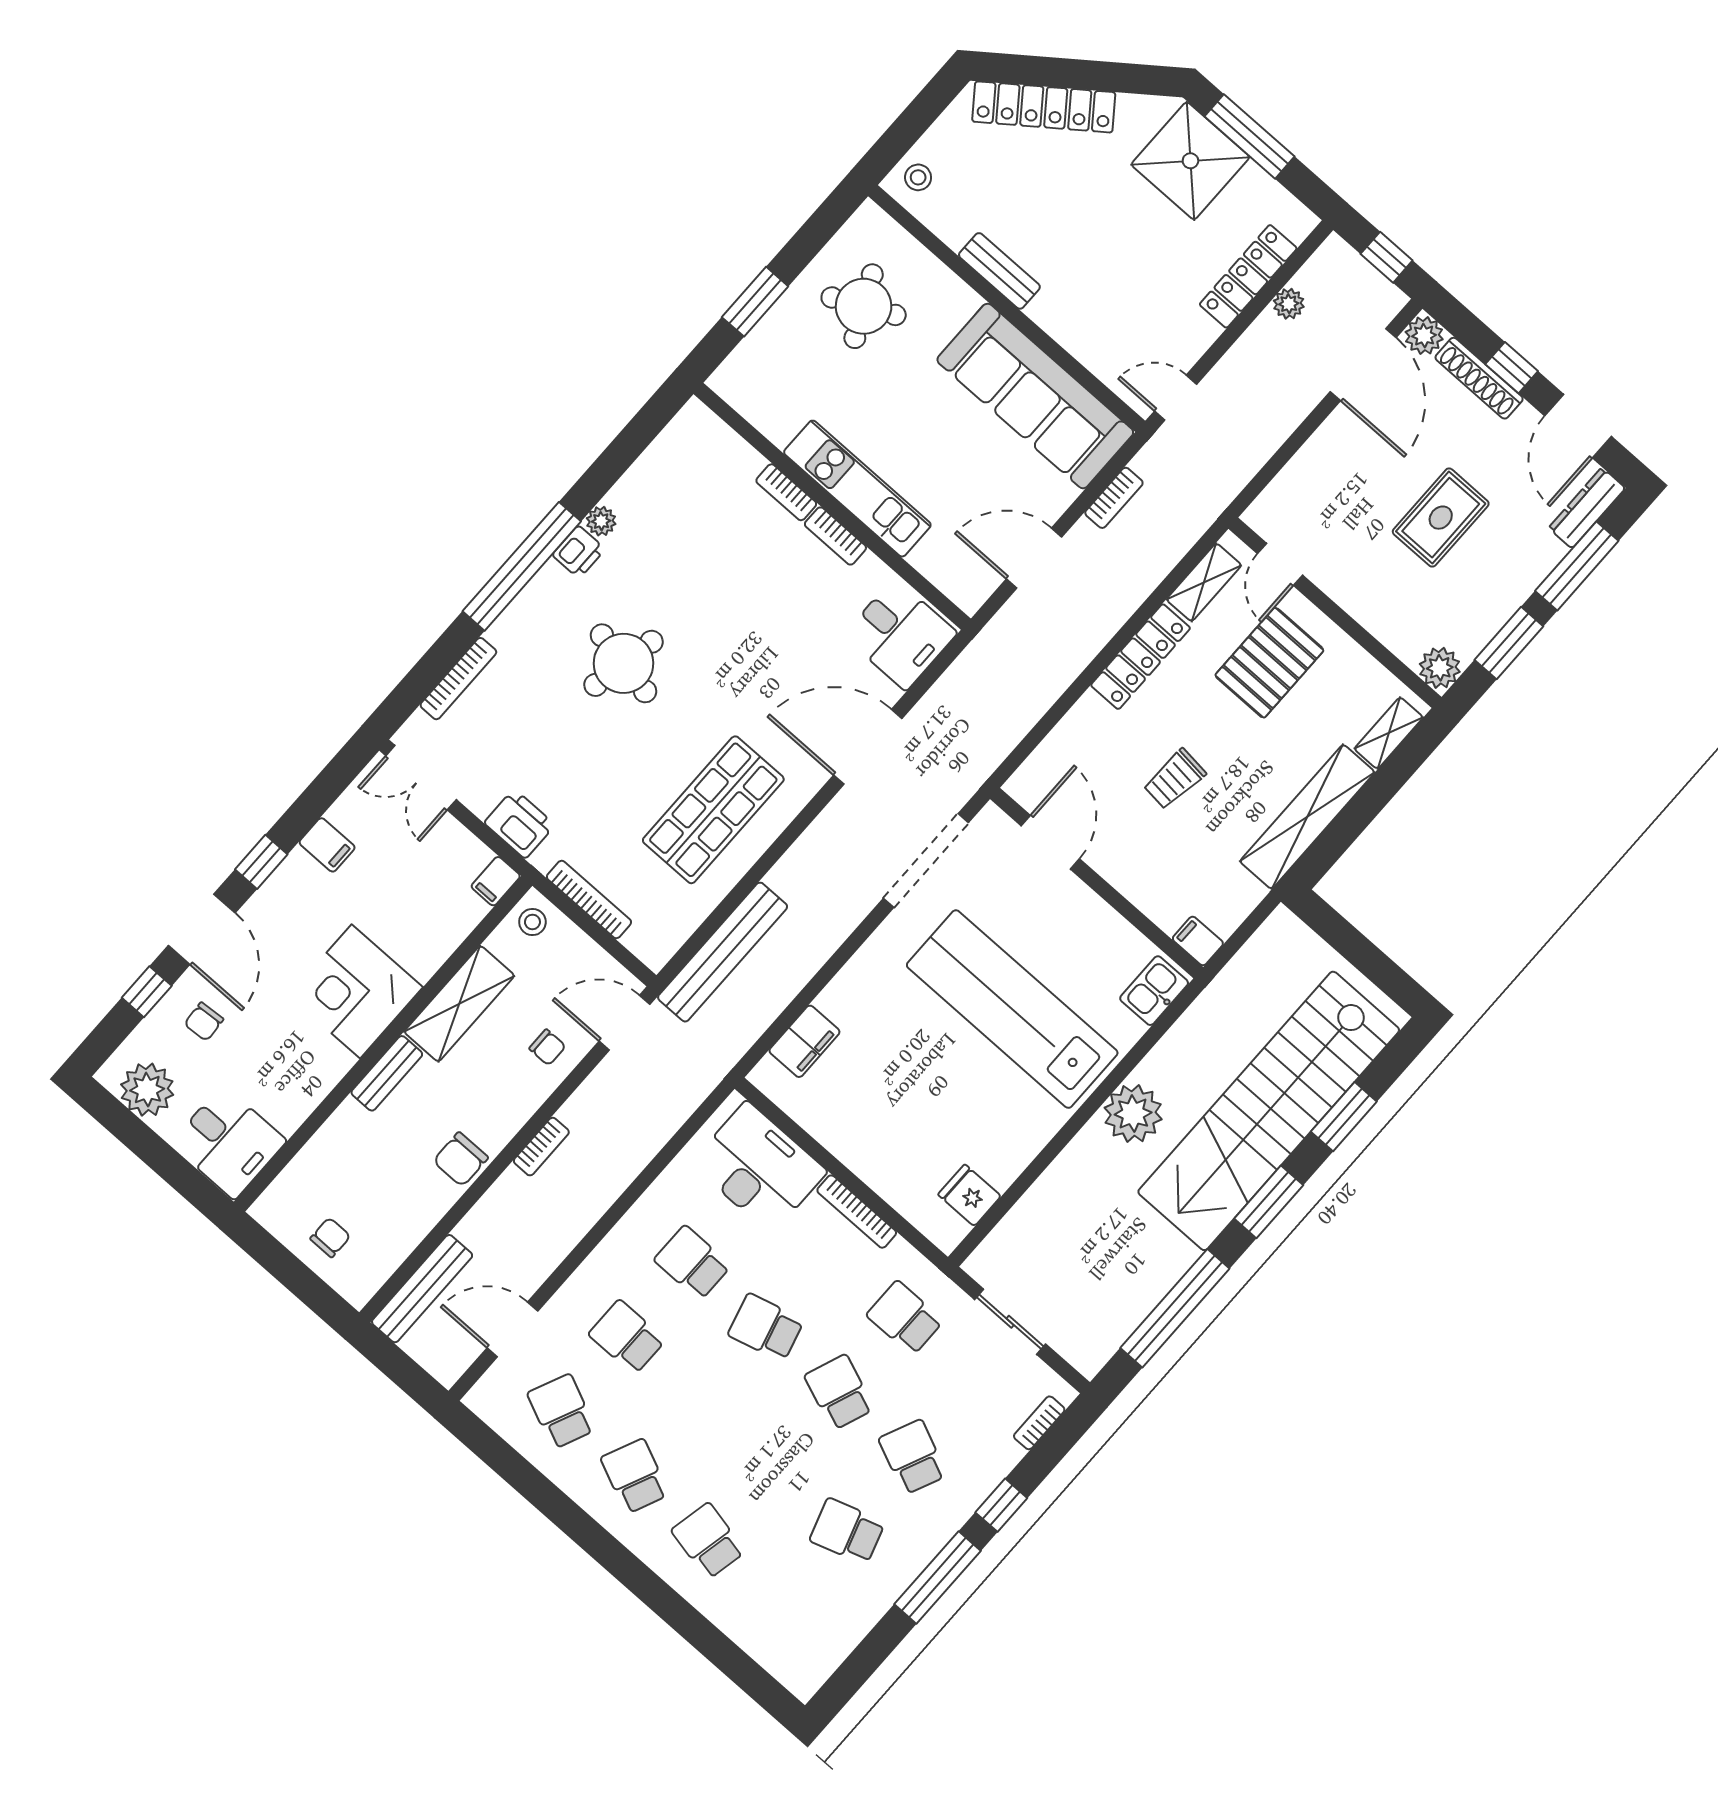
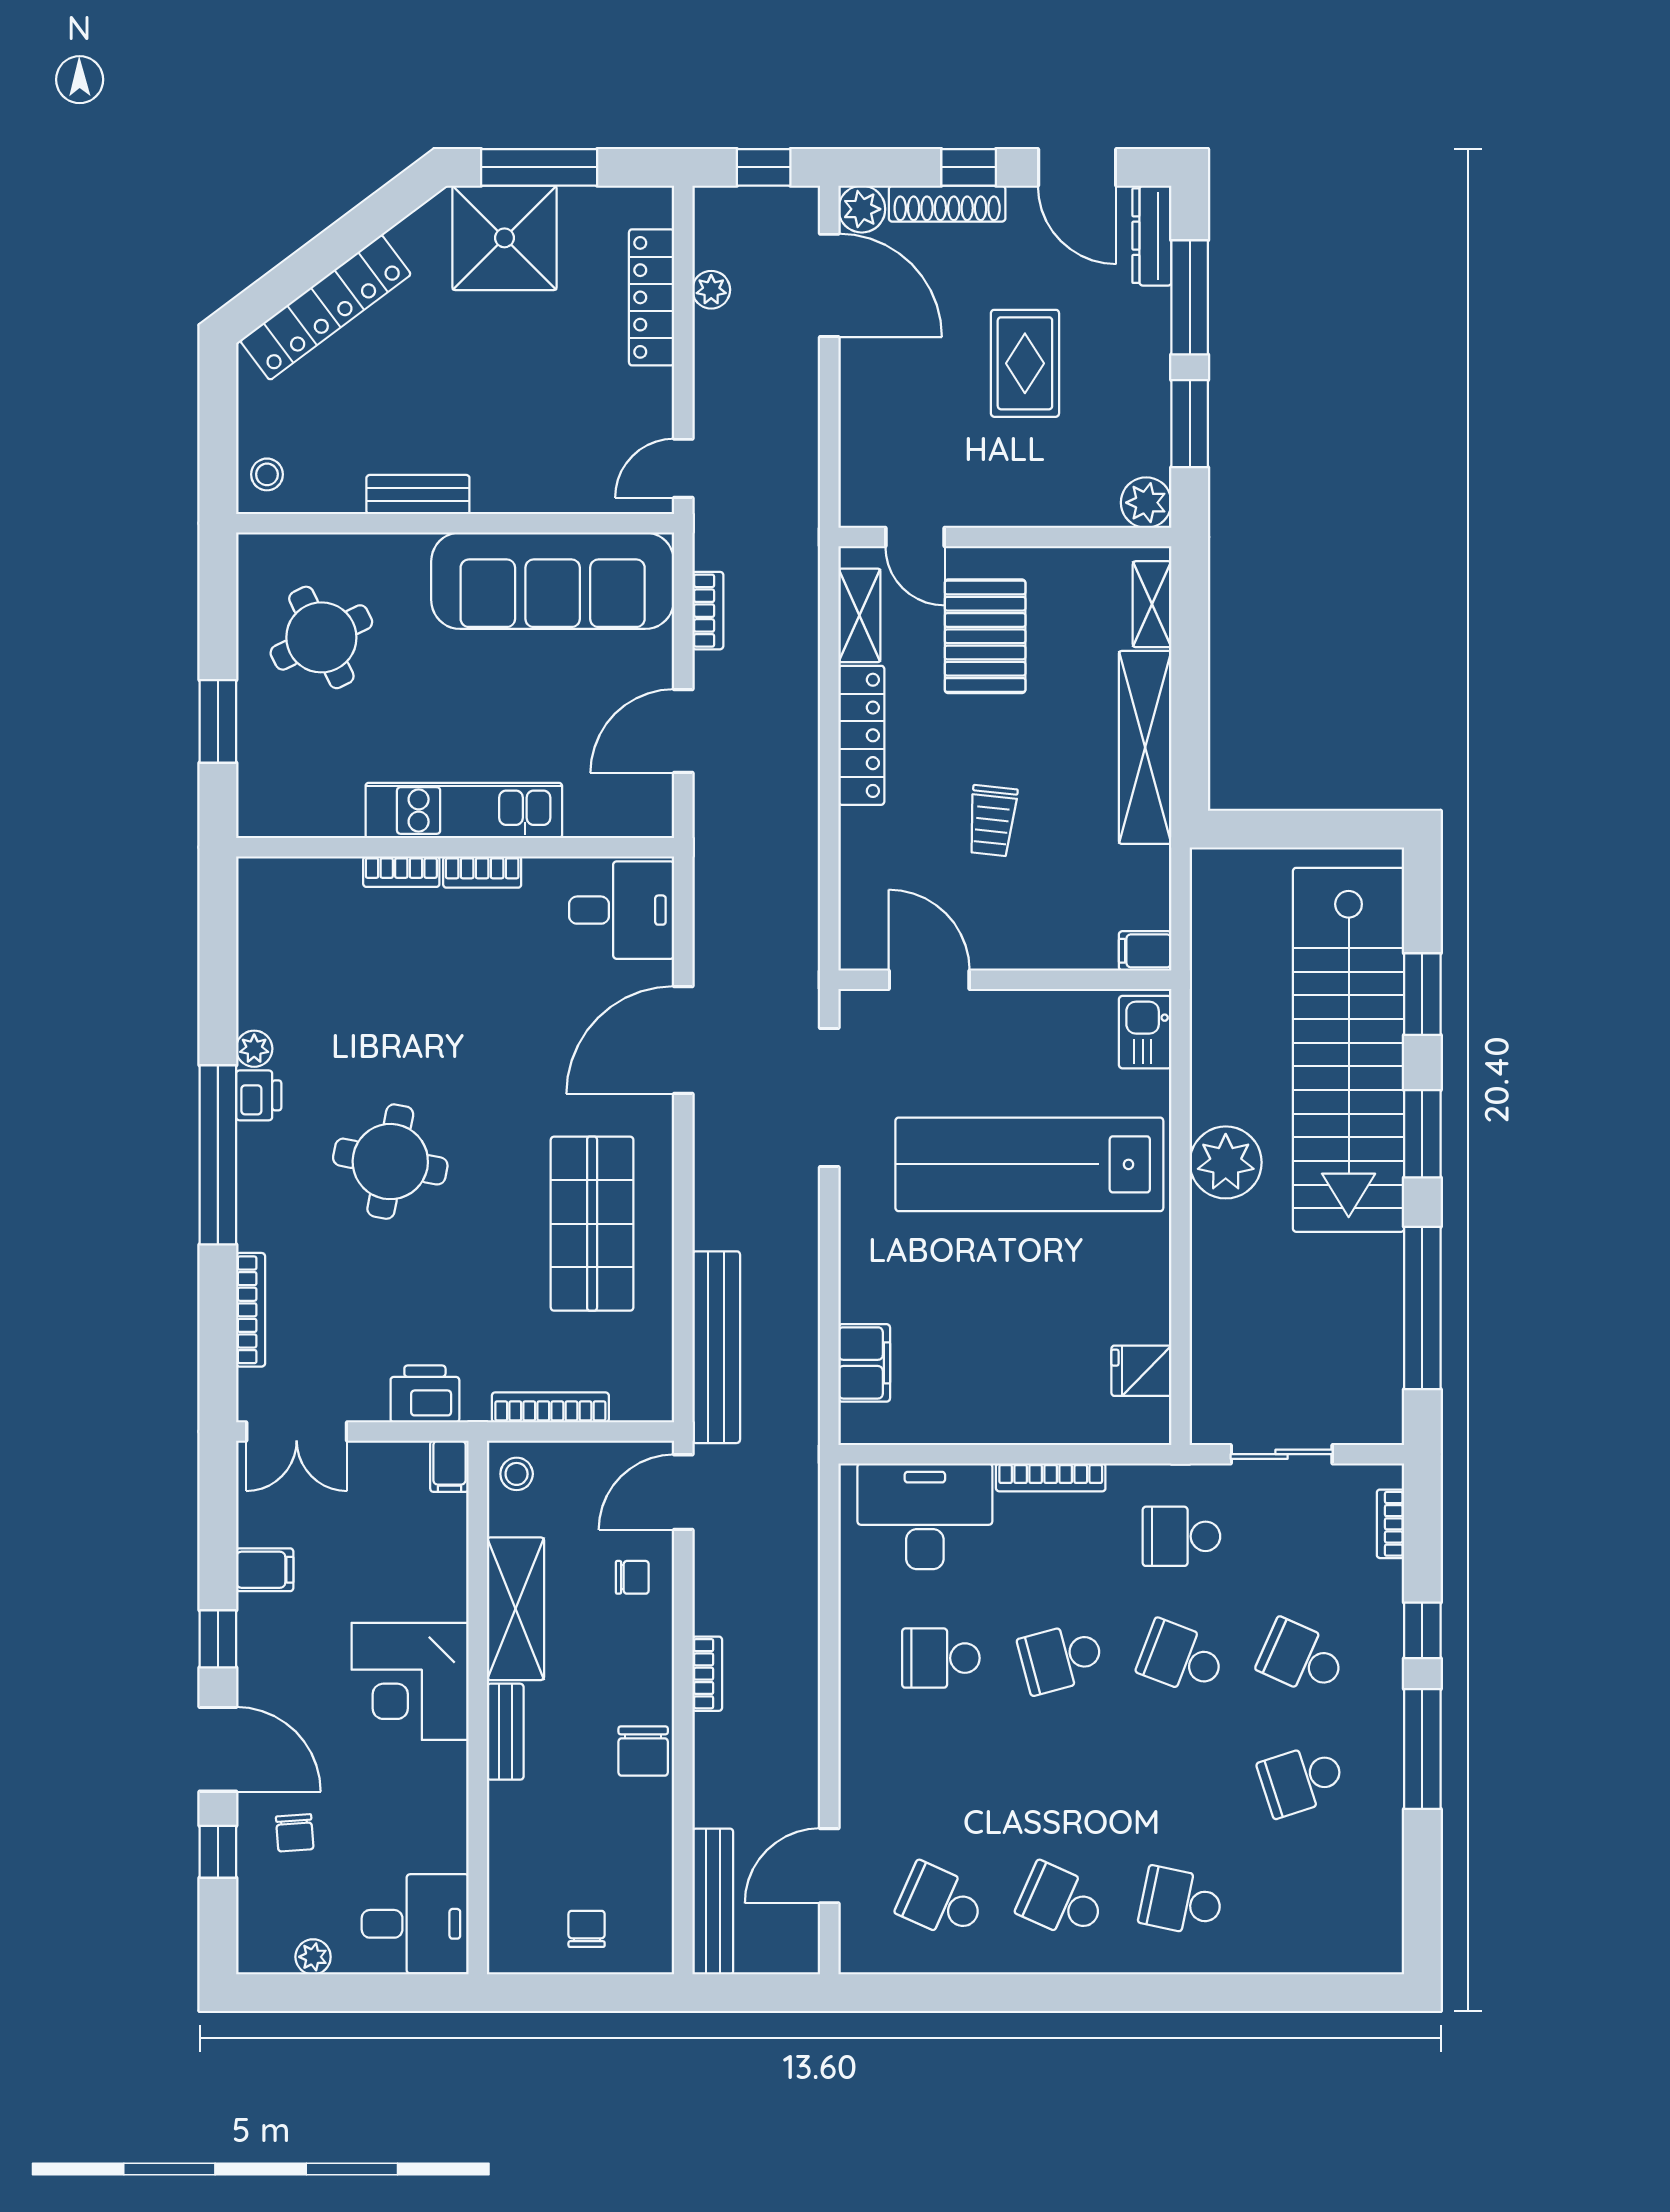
plant: (147, 1090) -> (313, 1957), width x0.53, depth x0.53
school desk: (627, 1337) -> (941, 1780), removed

